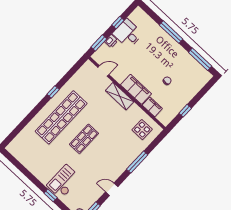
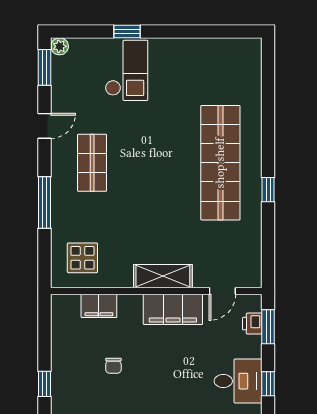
printer: (111, 41) -> (252, 324), moved
filing cabinet: (136, 89) -> (173, 309), moved
window: (185, 111) -> (44, 384), moved
shop shelf: (84, 139) -> (92, 163), moved

